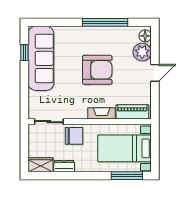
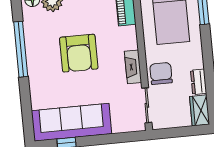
armchair: (97, 70) -> (79, 53), turned 180
fireplace: (102, 113) -> (133, 67), moved

